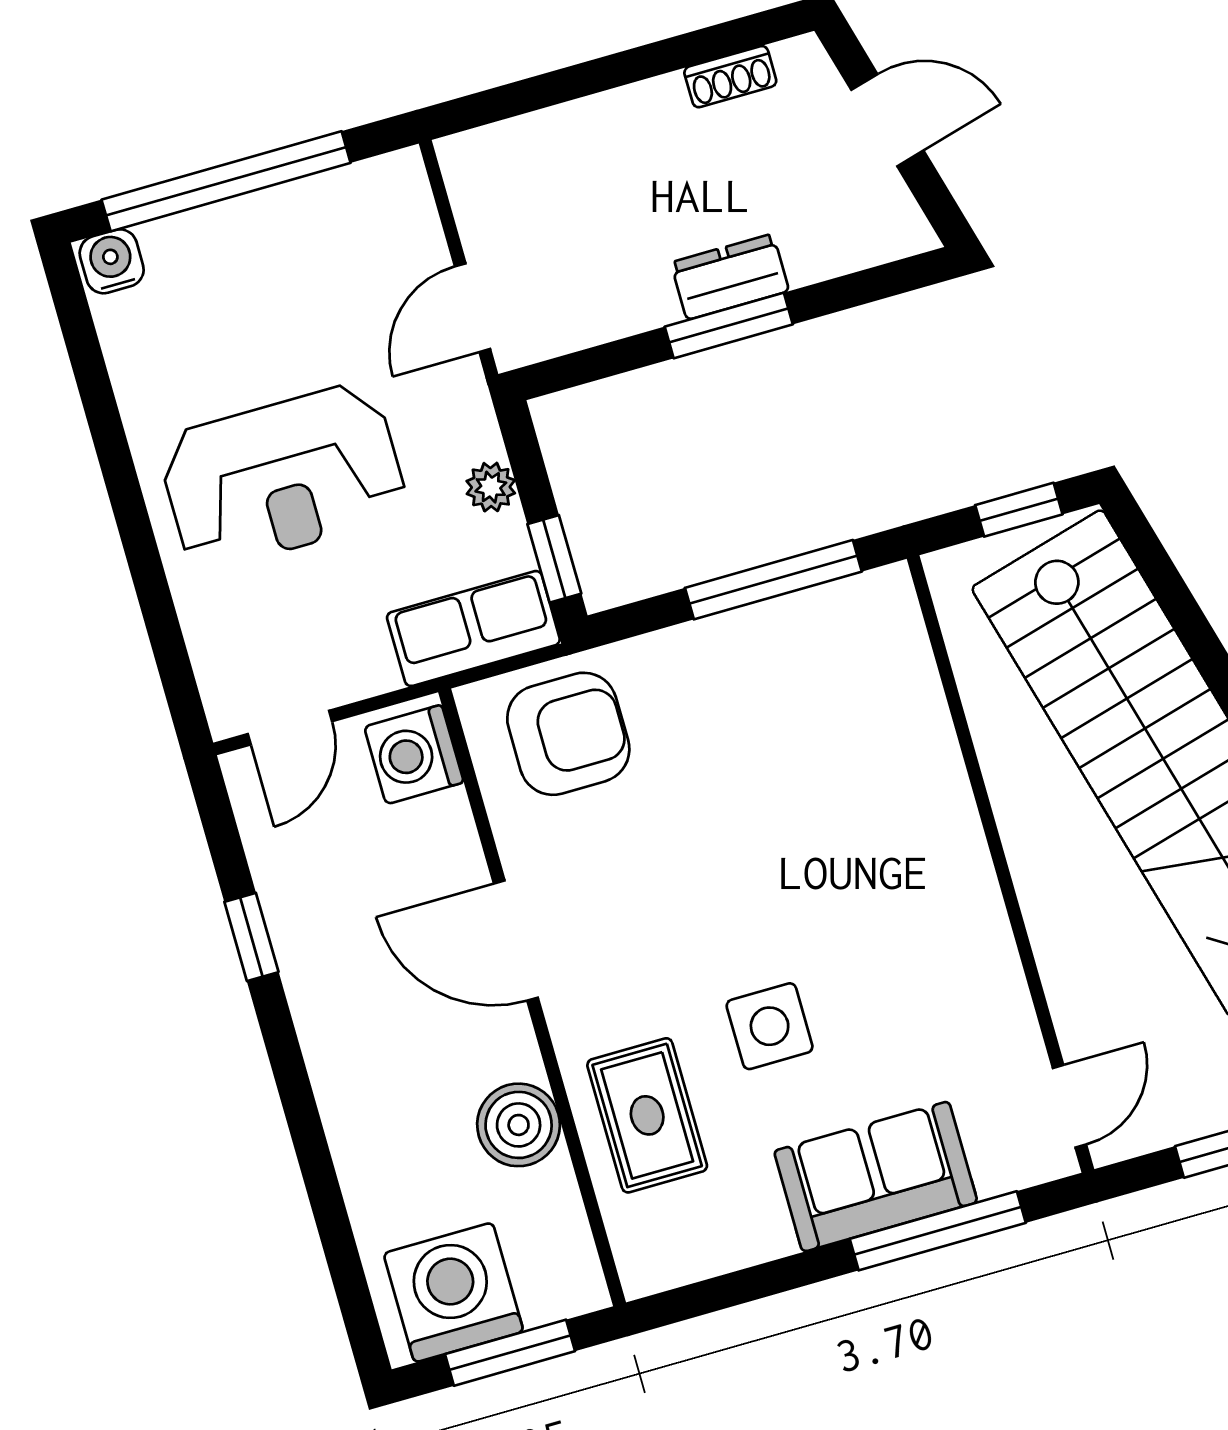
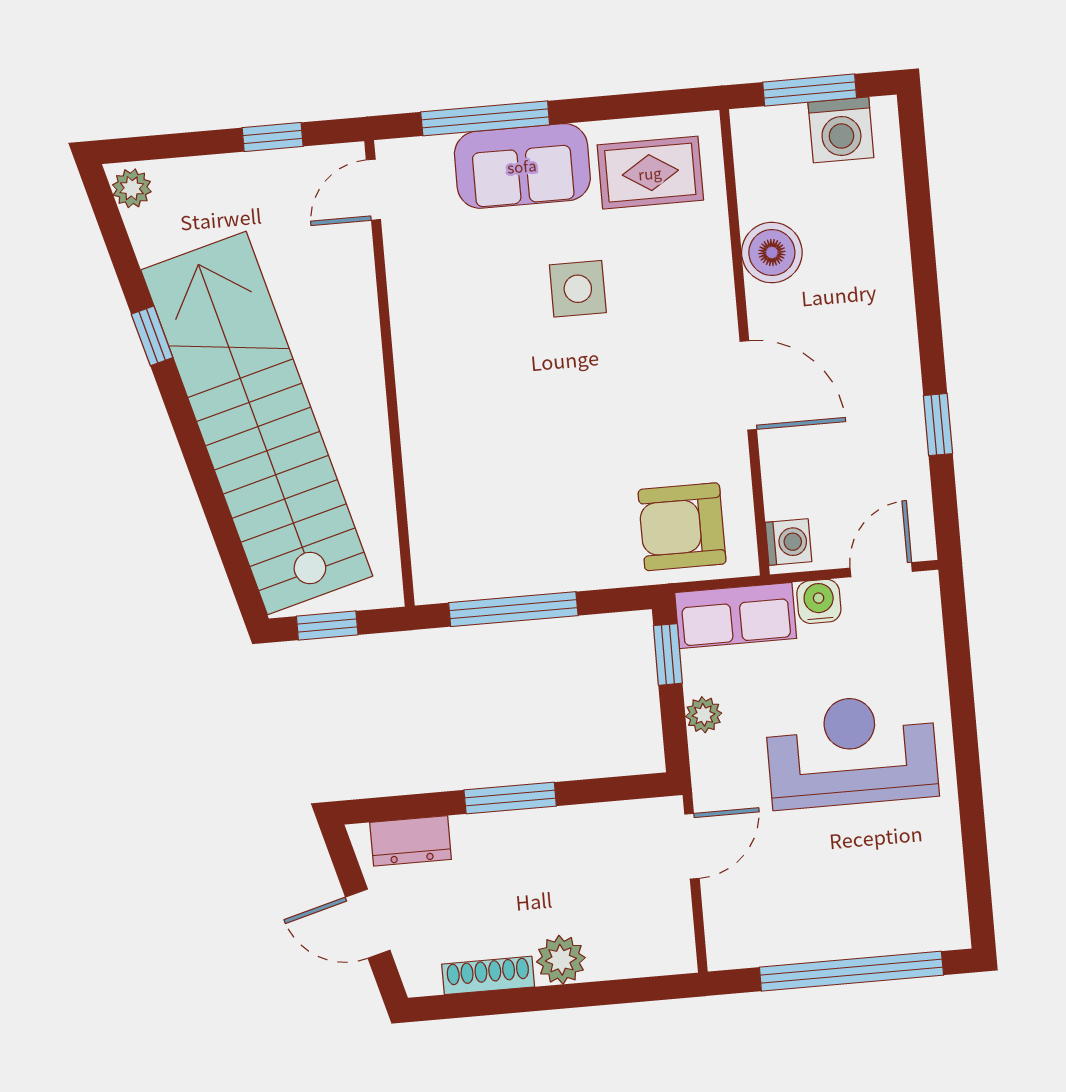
shoe rack: (730, 77) -> (488, 975), width x1.43
plant: (619, 122) -> (561, 960), added
water cooler: (112, 261) -> (819, 601), moved, turned 180
dresser: (730, 277) -> (411, 841), moved
washing machine: (414, 755) -> (788, 542), width x0.73, depth x0.73
rug: (647, 1115) -> (650, 173), moved, turned 90
washing machine: (453, 1292) -> (841, 130), width x0.73, depth x0.73

